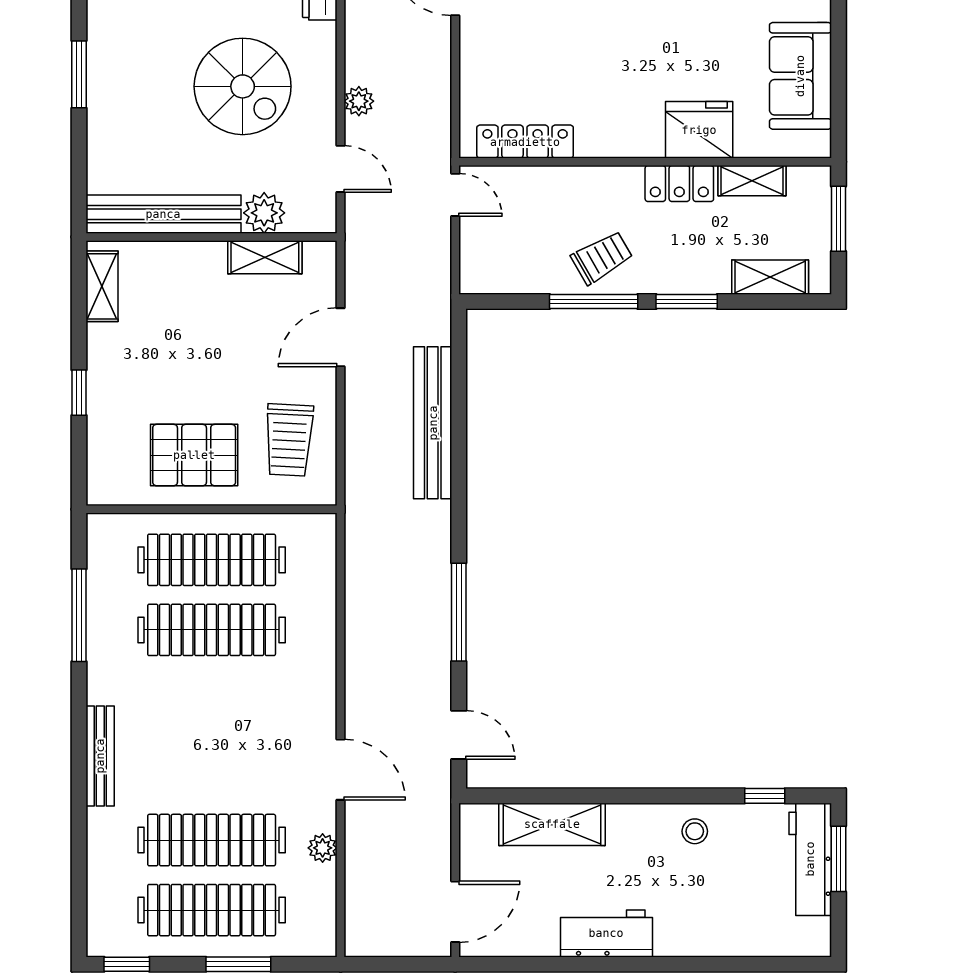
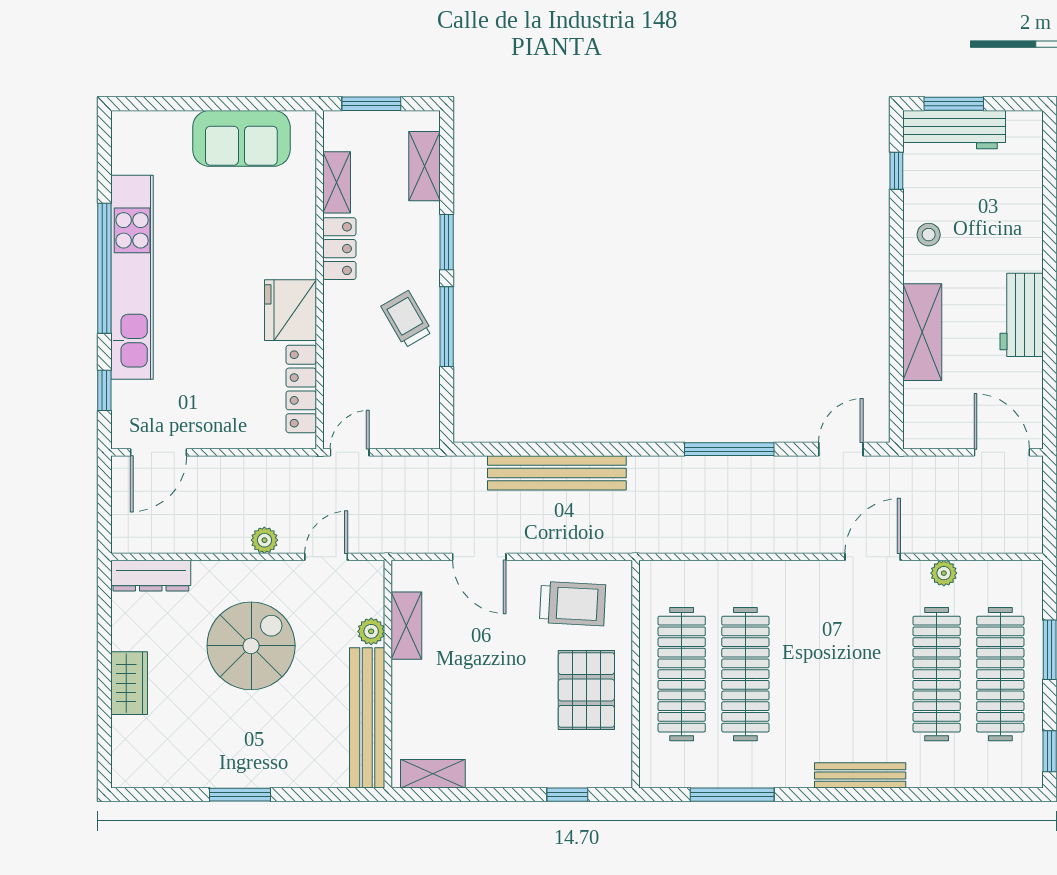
fridge: (699, 130) -> (290, 310), moved
plant: (264, 213) -> (371, 631), width x0.73, depth x0.73
window: (79, 393) -> (567, 795), moved
shelving: (552, 824) -> (922, 332), moved

